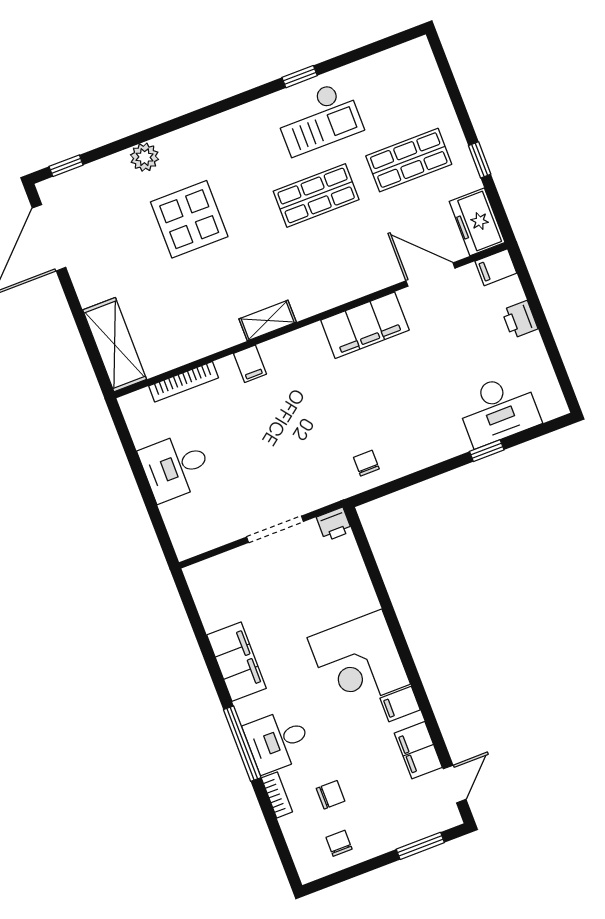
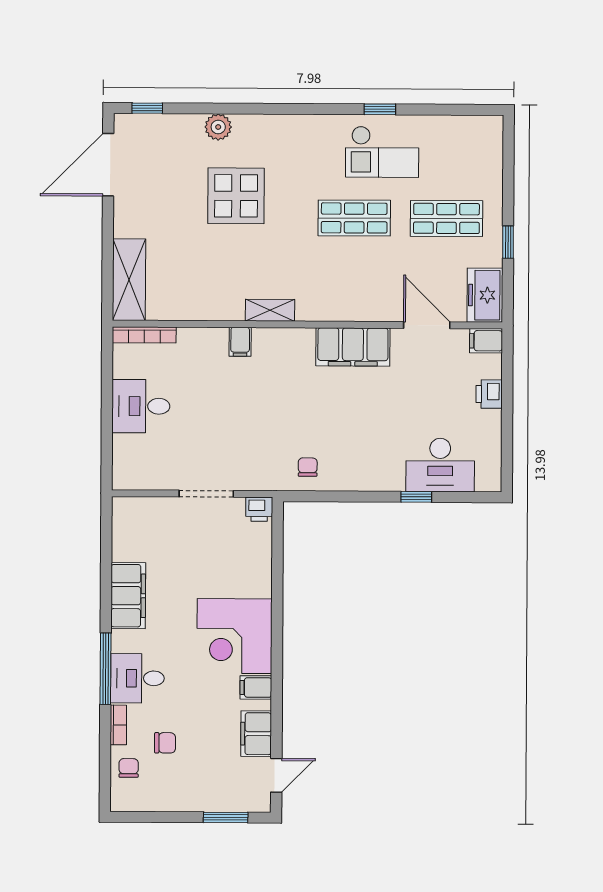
bookcase: (184, 382) -> (144, 335), moved
chair: (339, 843) -> (129, 768), moved

